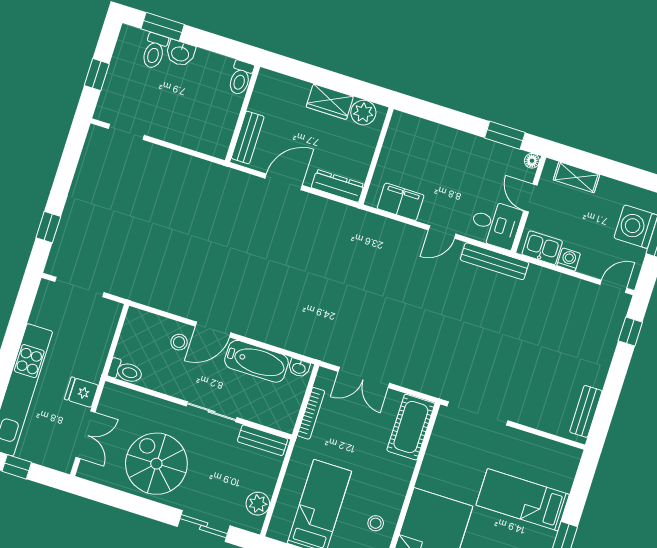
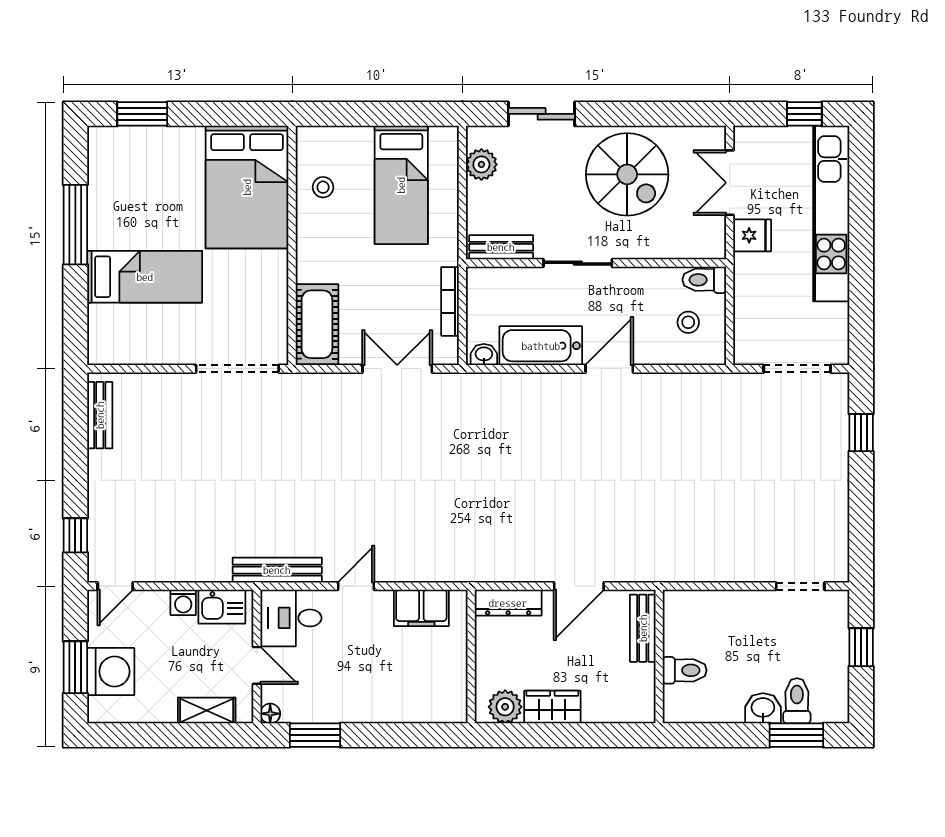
toilet: (241, 78) -> (685, 670), moved, turned 90
stool: (179, 342) -> (688, 322), moved

